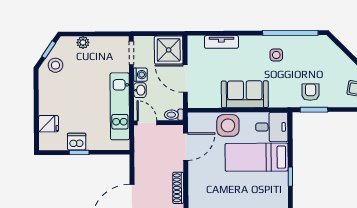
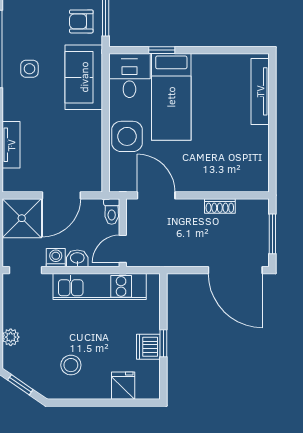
stool: (55, 65) -> (71, 365), moved
sofa: (245, 94) -> (84, 77), moved
window: (290, 177) -> (162, 50), moved
shoe rack: (178, 188) -> (220, 206), width x0.70

